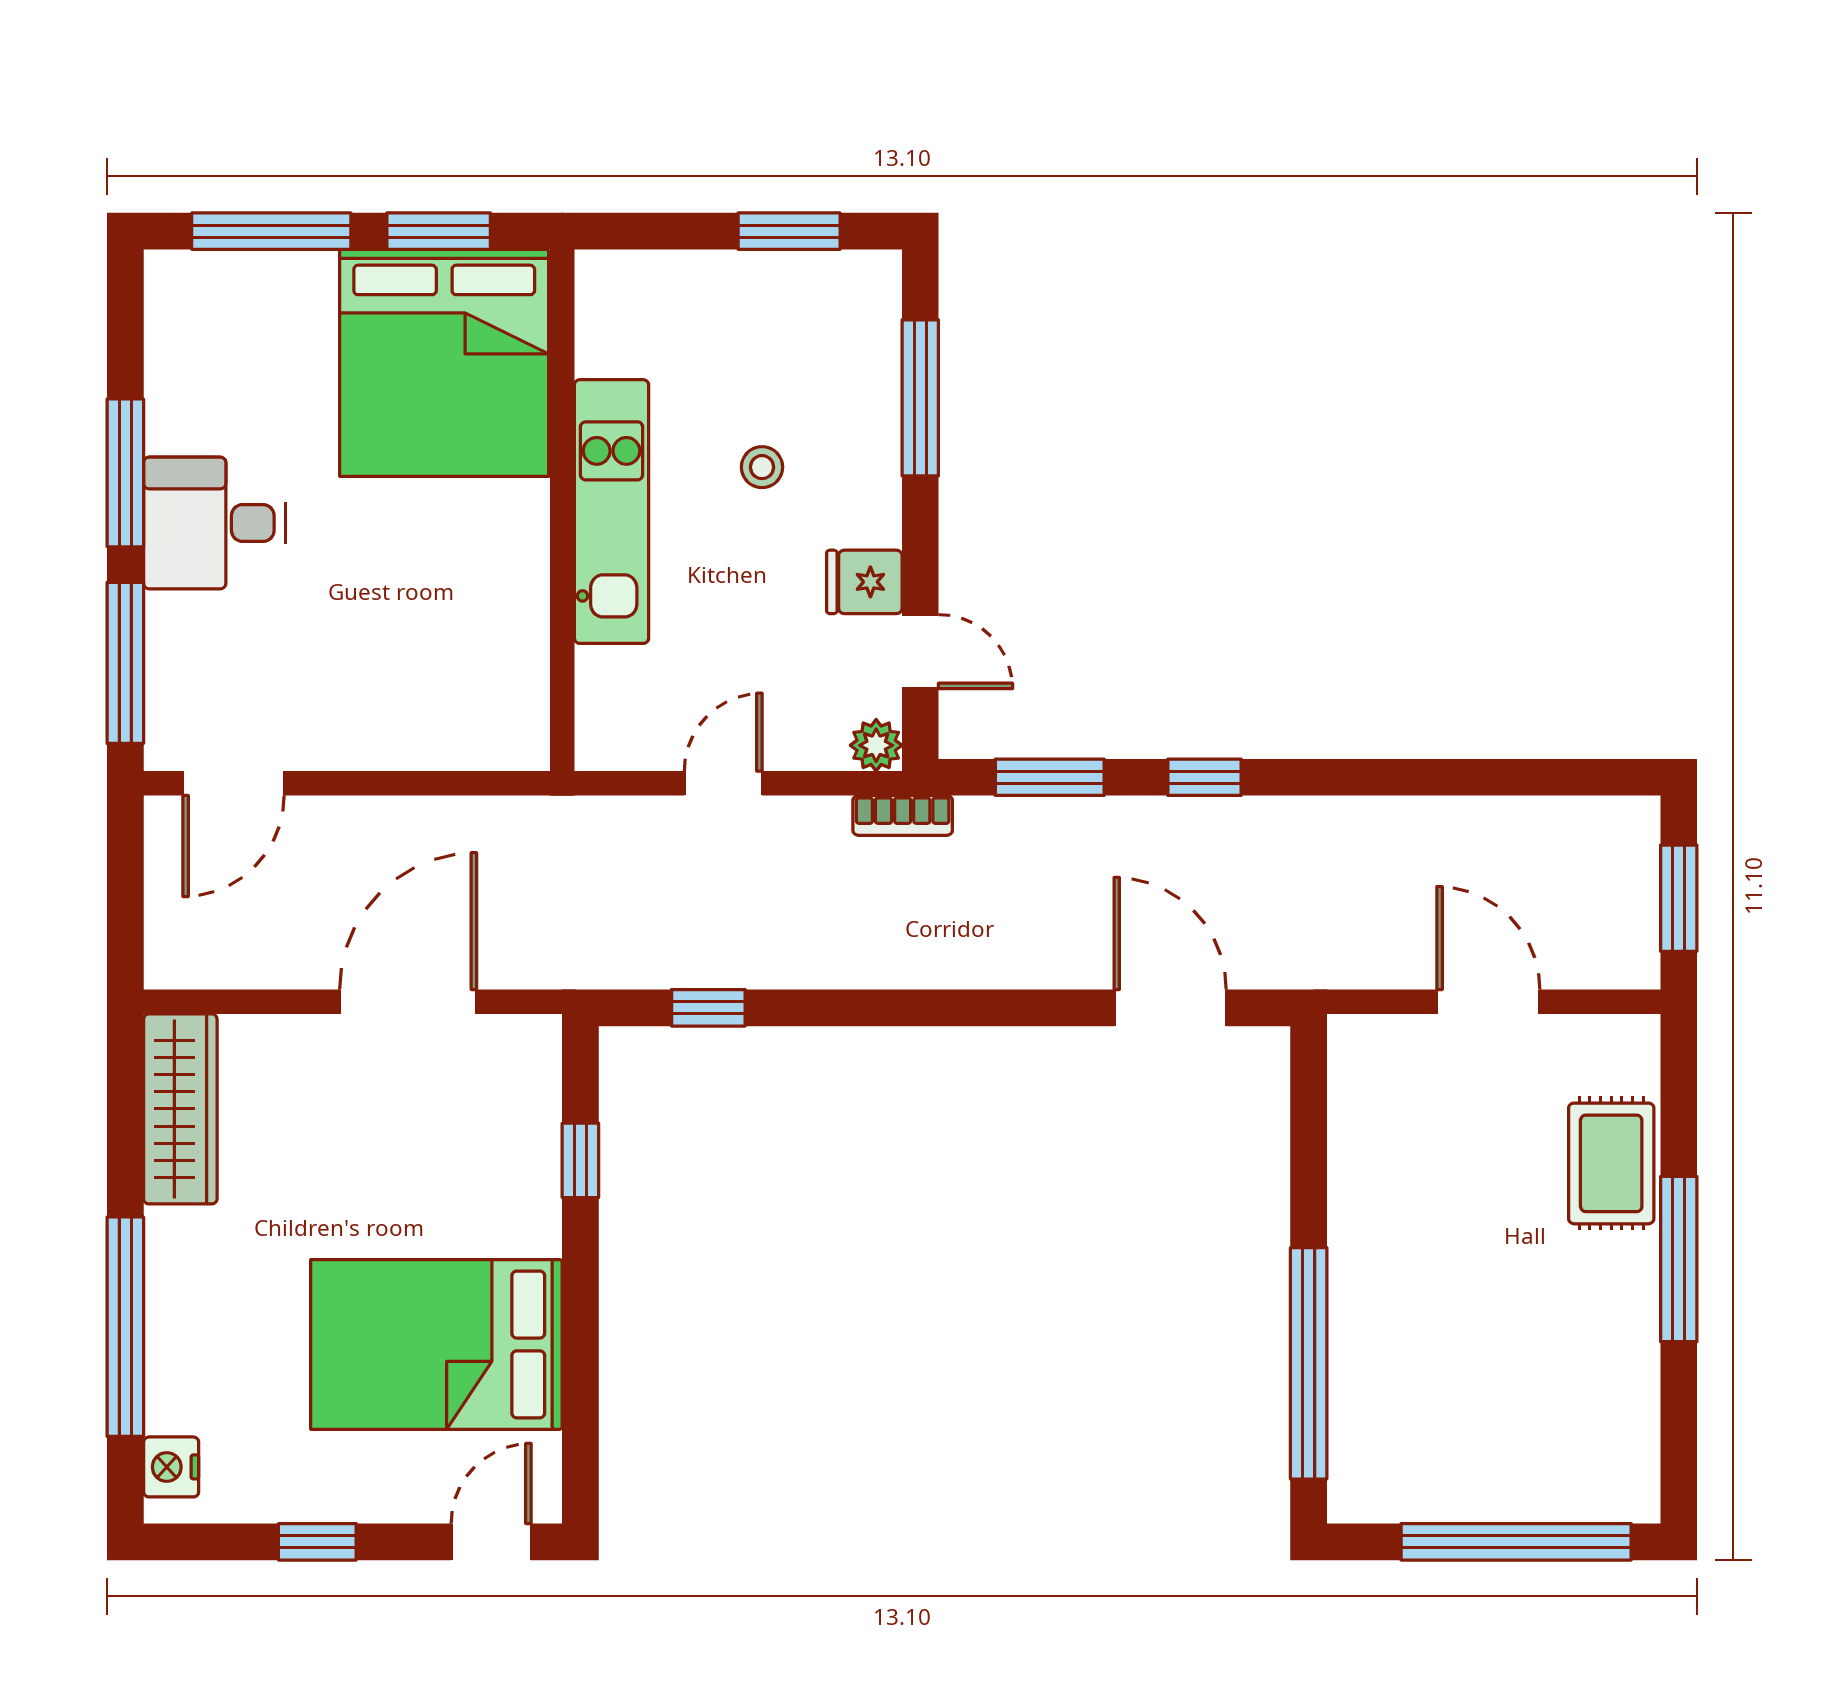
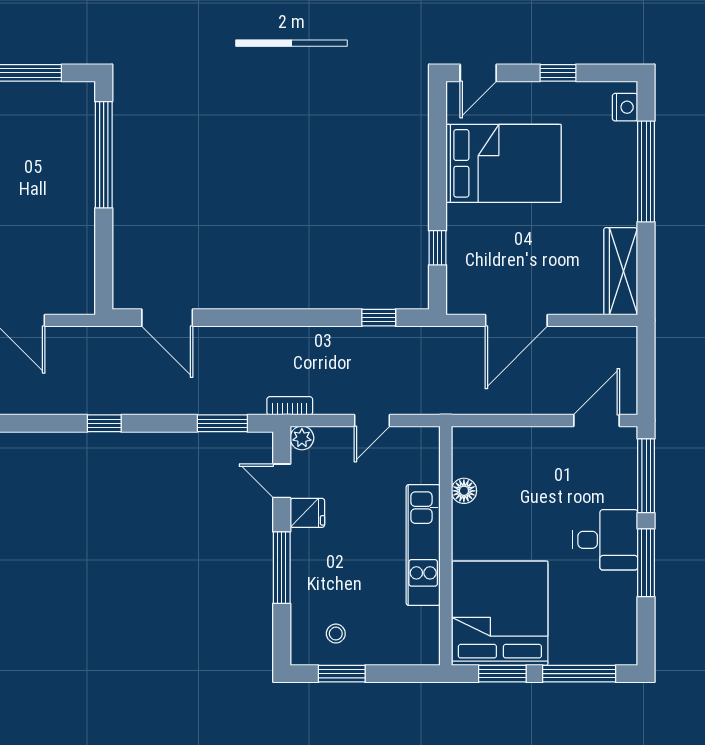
window: (920, 398) -> (282, 568), moved
stool: (762, 467) -> (336, 634), moved
floor lamp: (522, 630) -> (464, 491), added
window: (1205, 777) -> (104, 423), moved

